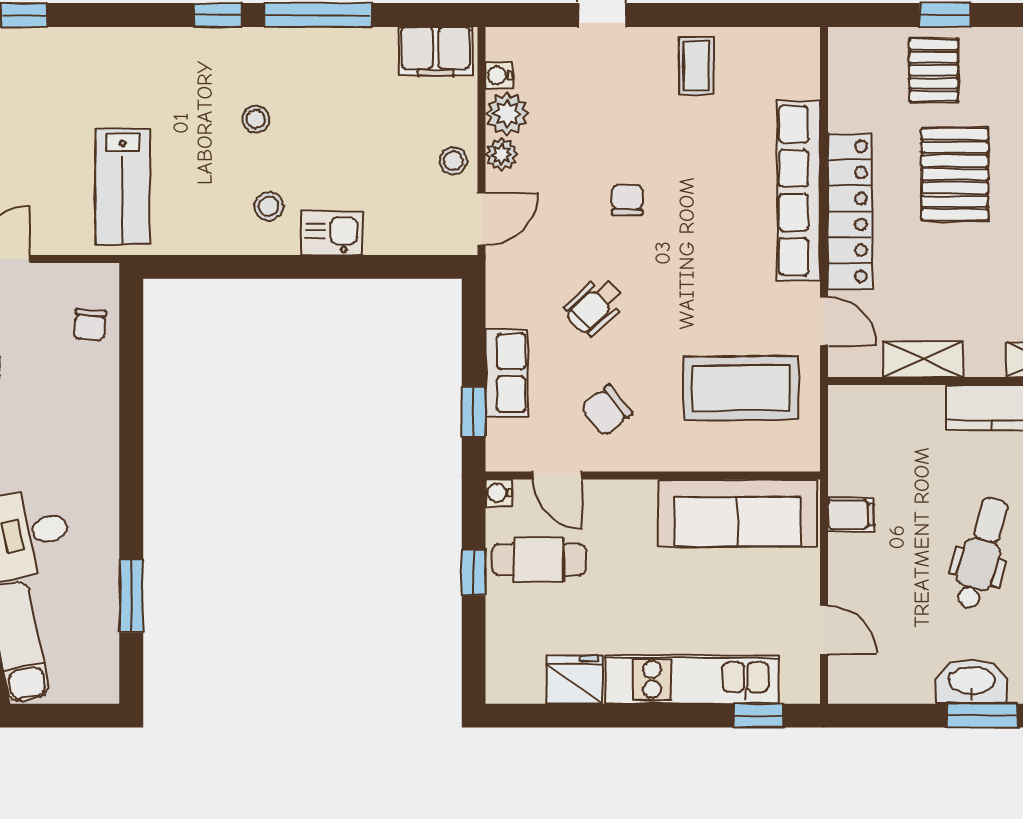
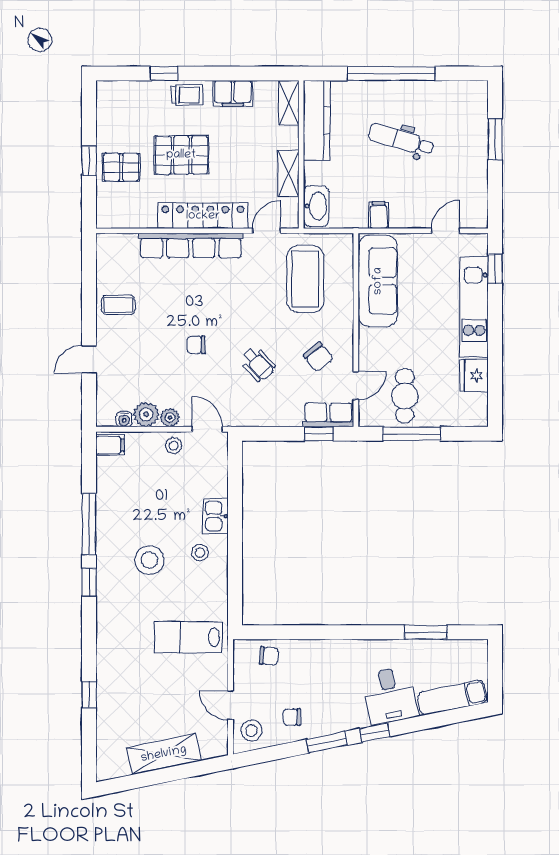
filing cabinet: (436, 51) -> (110, 445), width x0.50
stool: (256, 119) -> (149, 560), width x1.89, depth x1.89
lab bench: (123, 186) -> (188, 637), turned 180
row of seats: (506, 373) -> (328, 415), moved
water cooler: (499, 493) -> (366, 419), removed
window: (474, 572) -> (412, 434), width x2.17
washbasin: (972, 682) -> (316, 206), moved, turned 180

